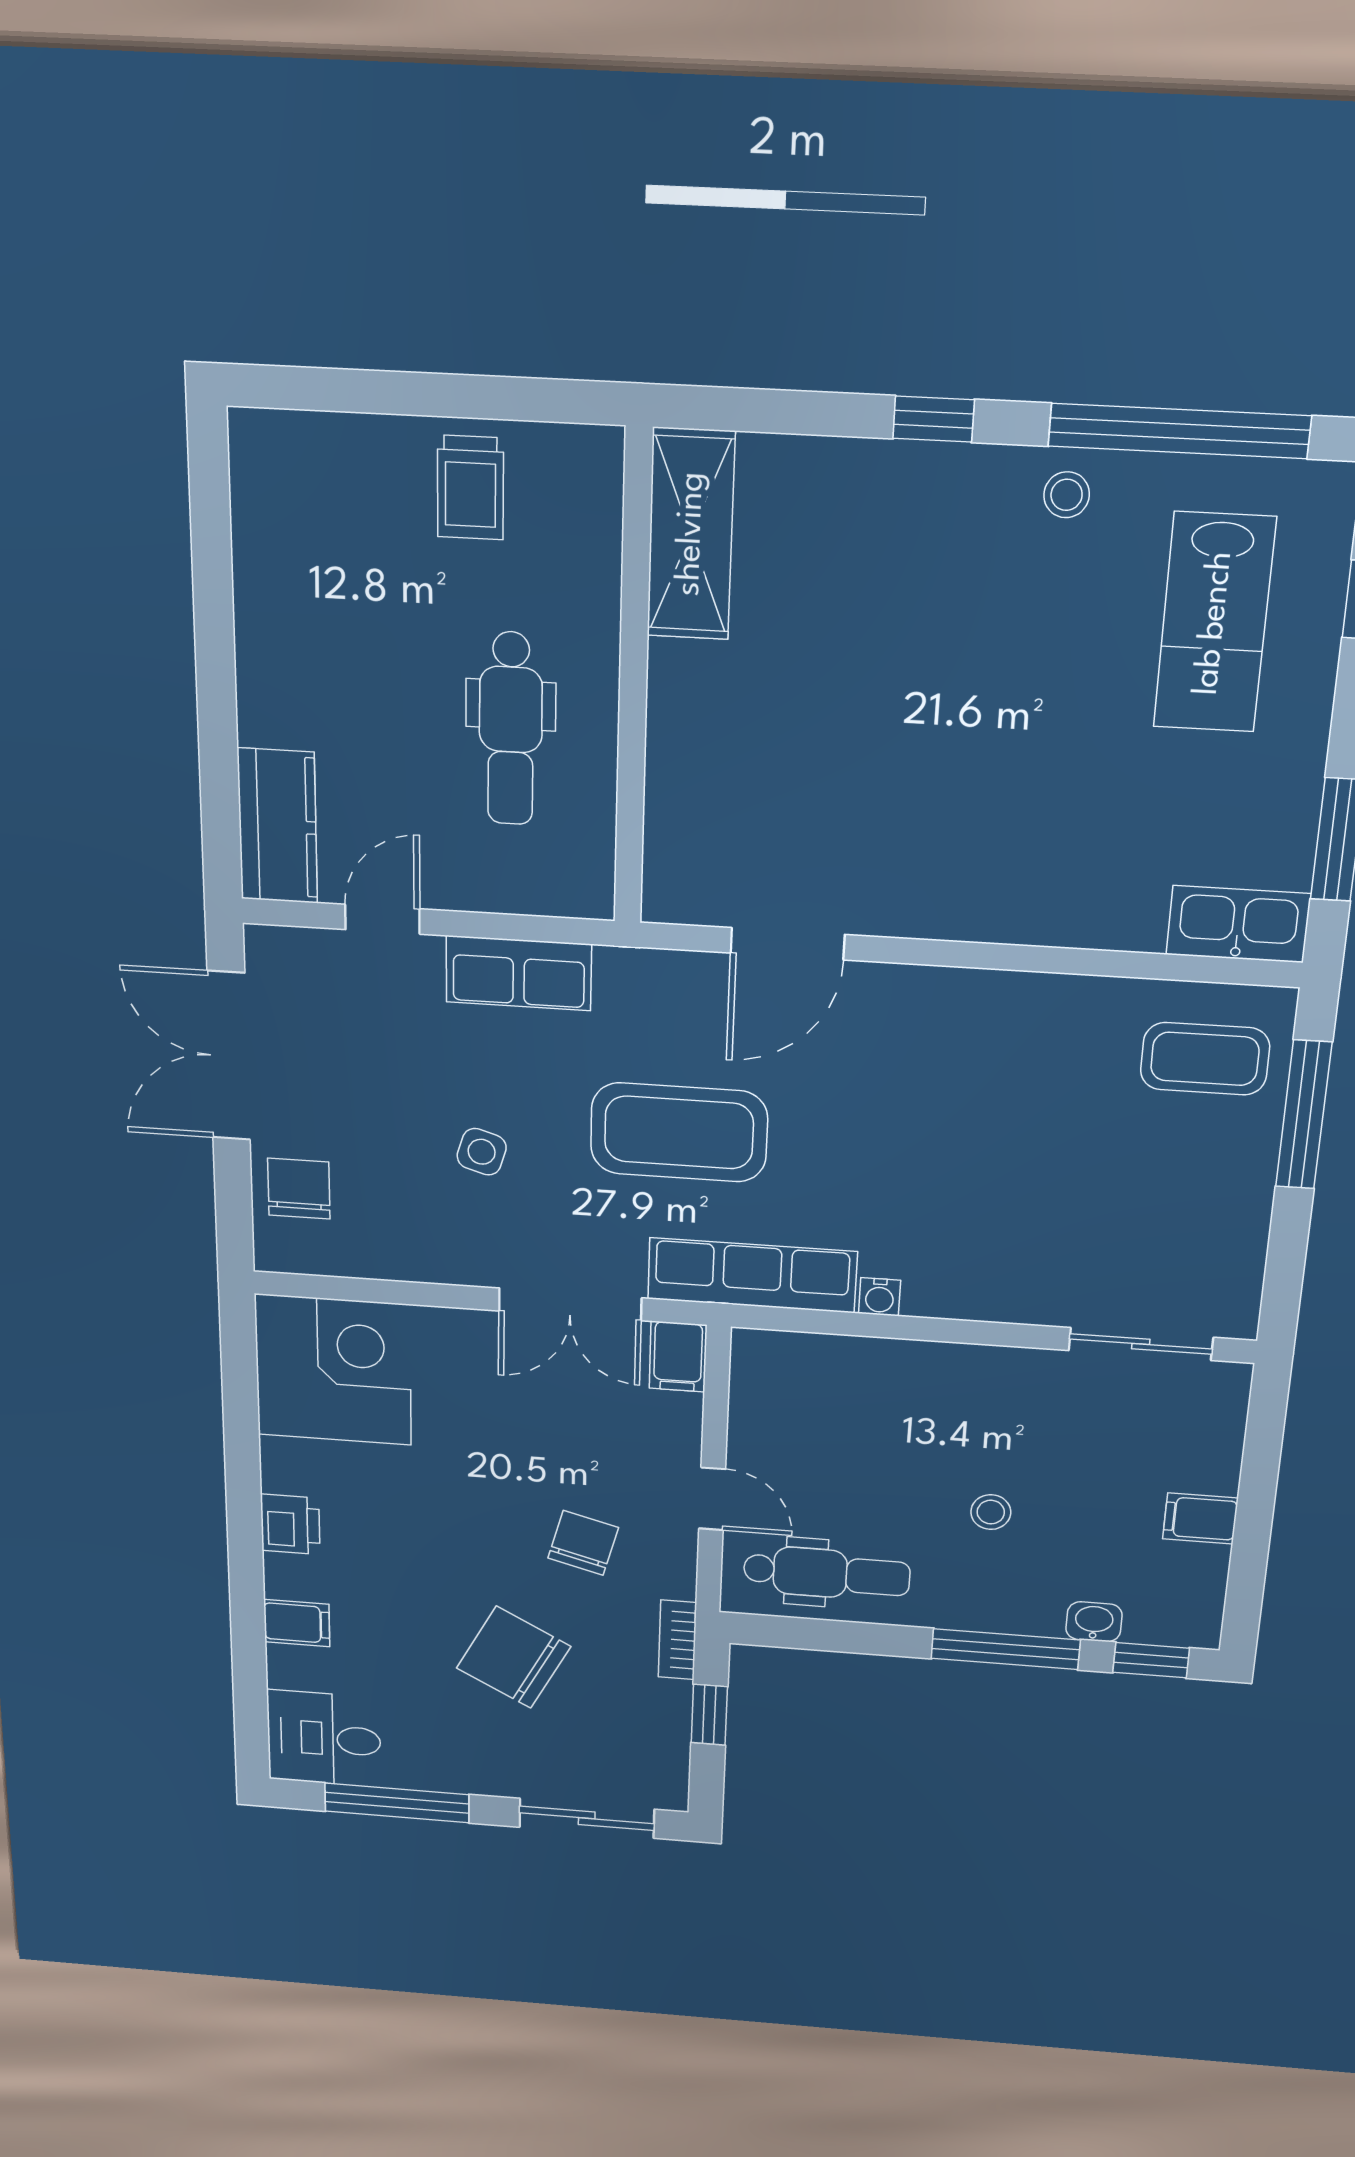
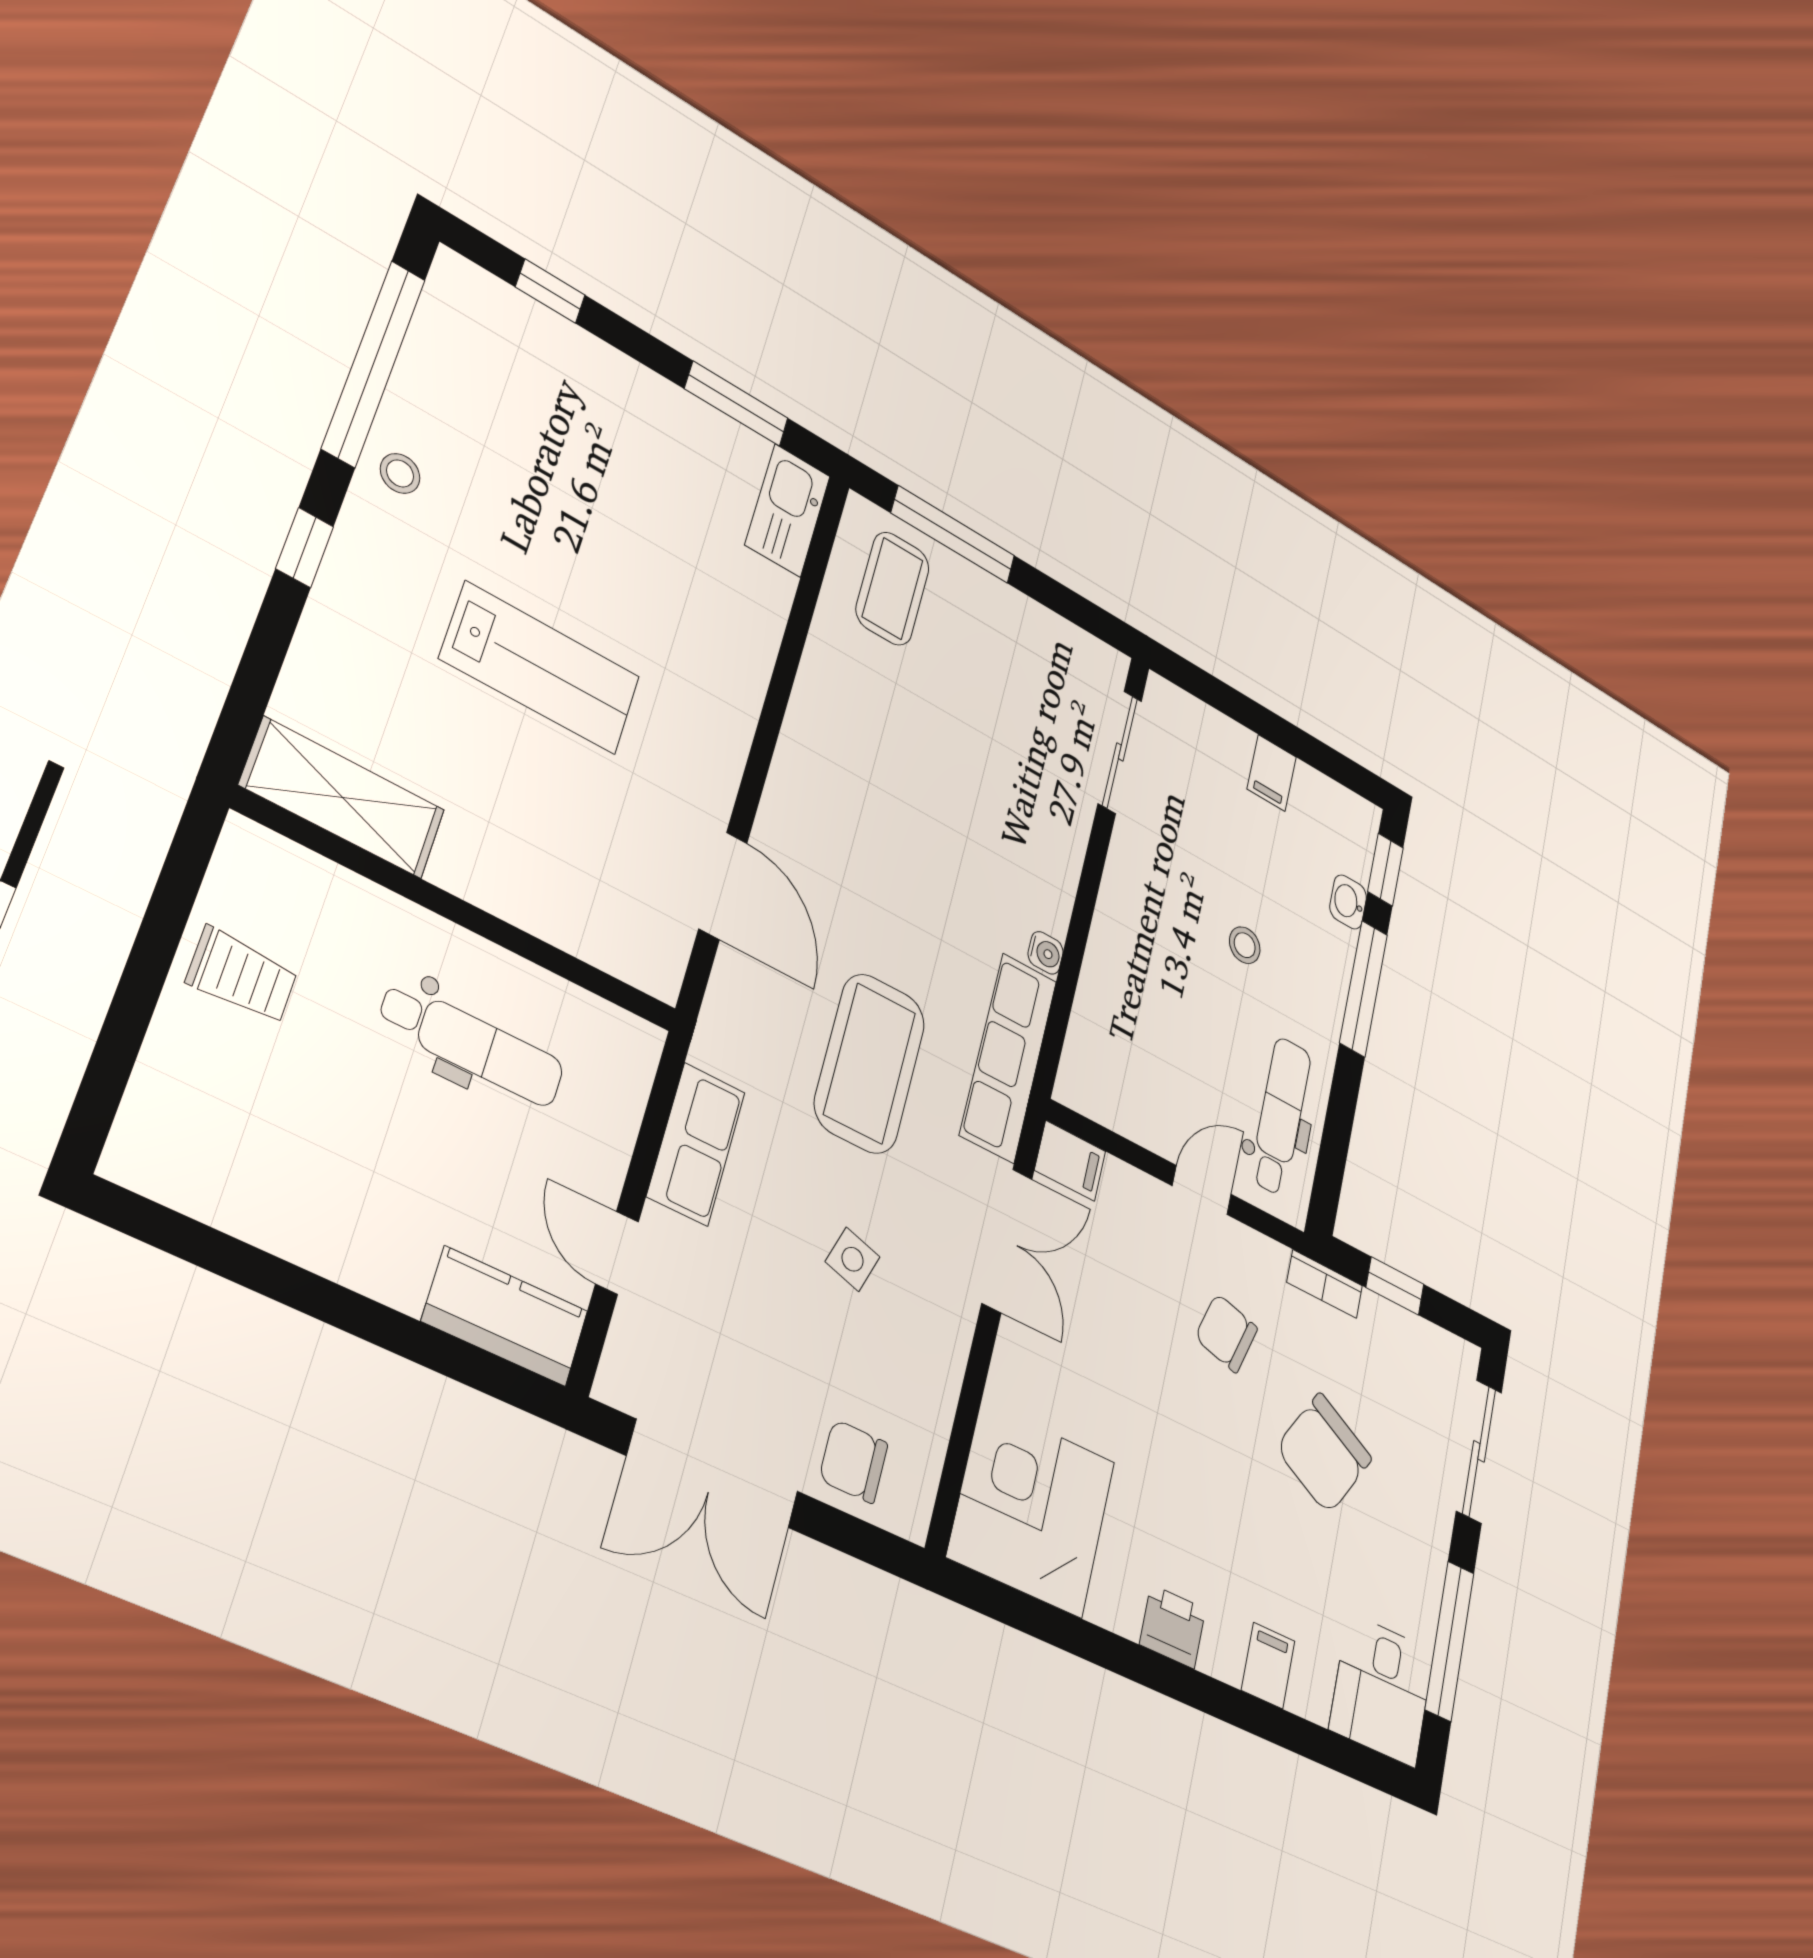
lab bench: (1214, 623) -> (540, 668), moved

